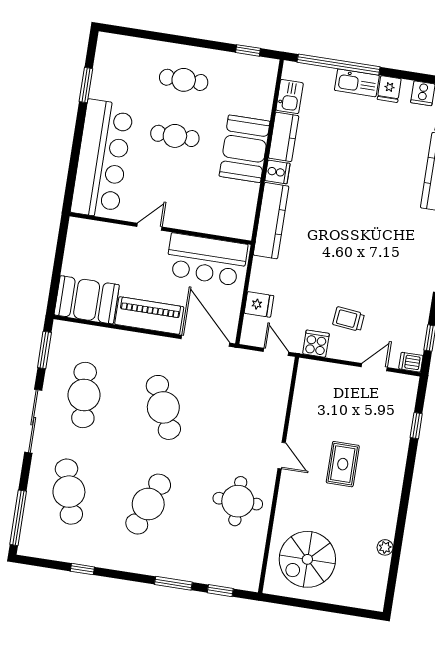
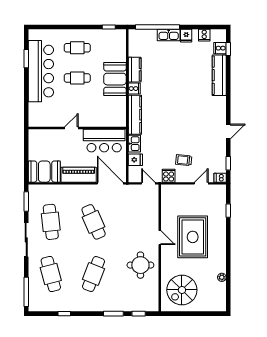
kitchen sink: (290, 97) -> (134, 144), moved
bar counter: (102, 159) -> (41, 71), moved
rug: (343, 464) -> (193, 237), width x1.86, depth x2.06

